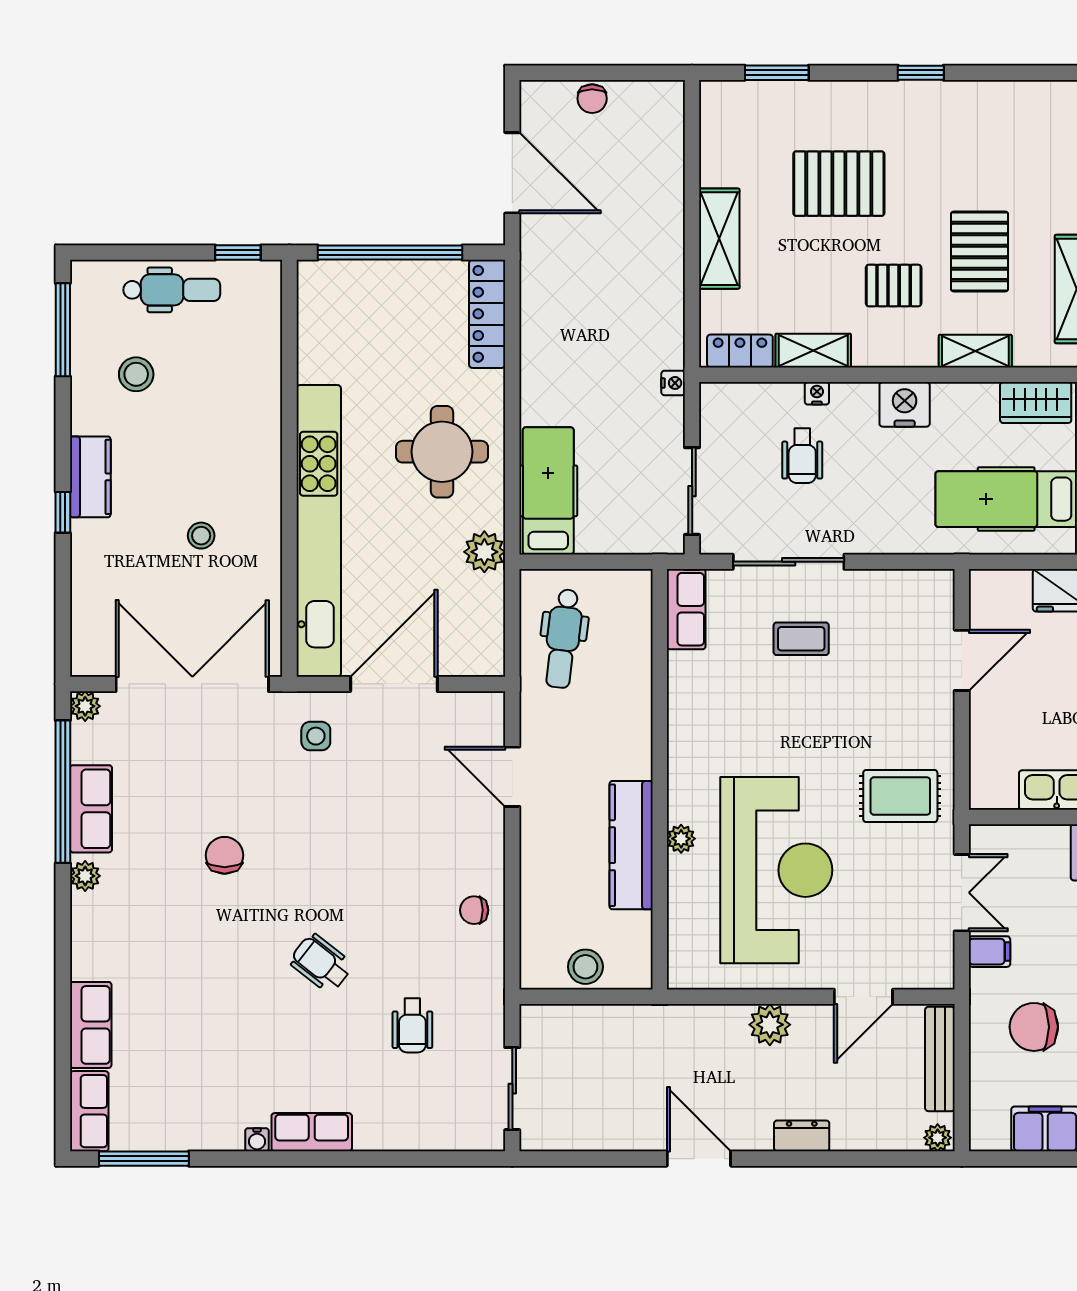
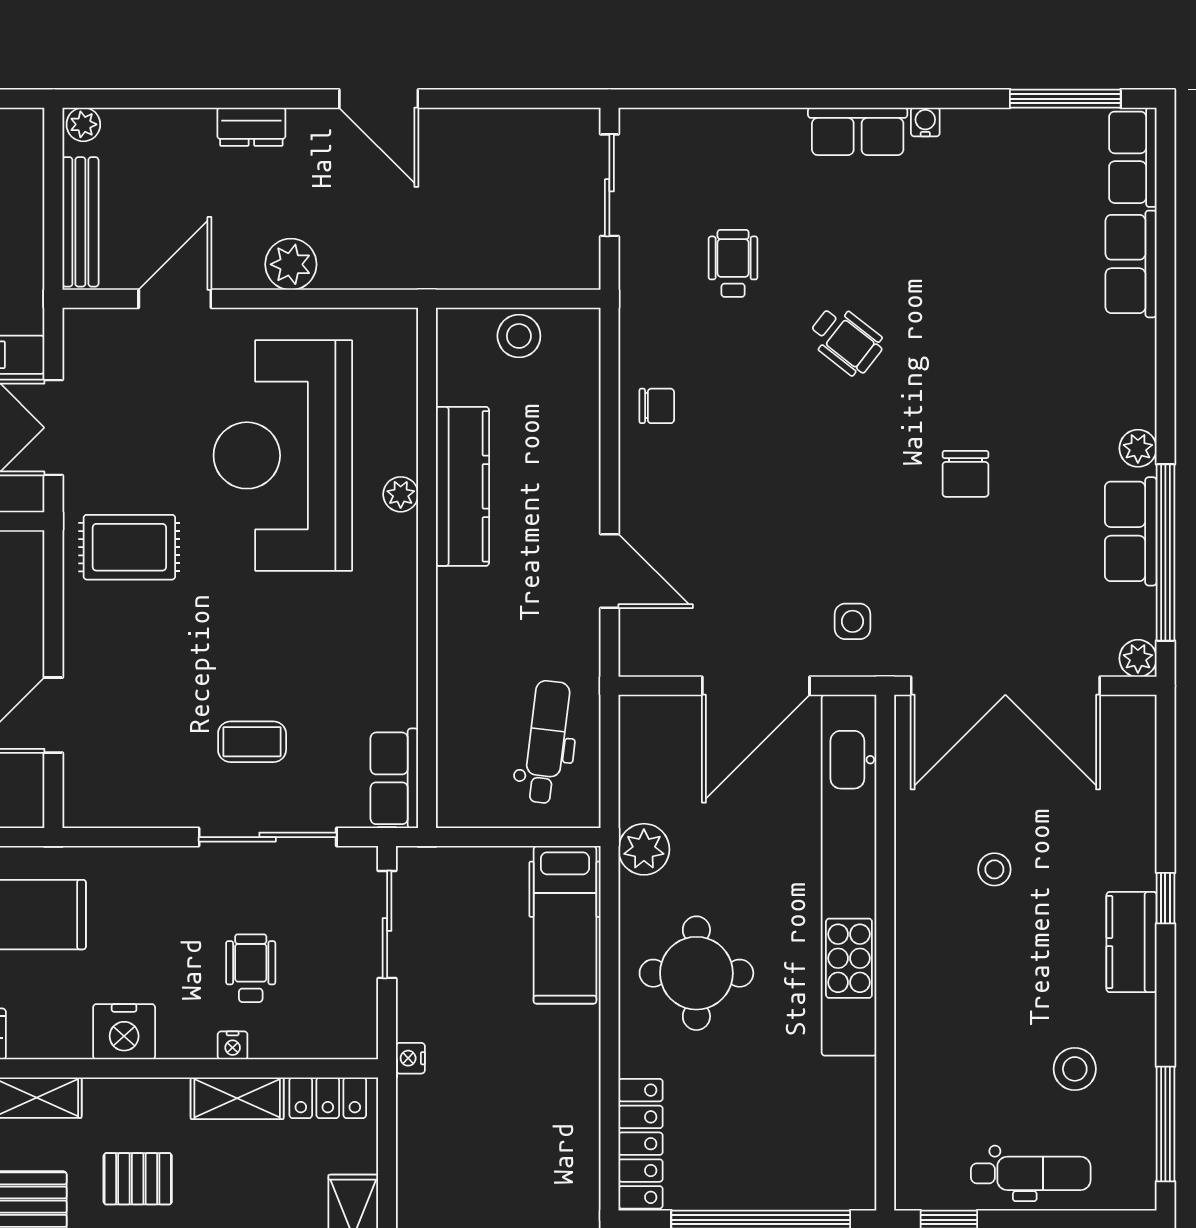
dental chair: (172, 290) -> (1031, 1173), turned 180

